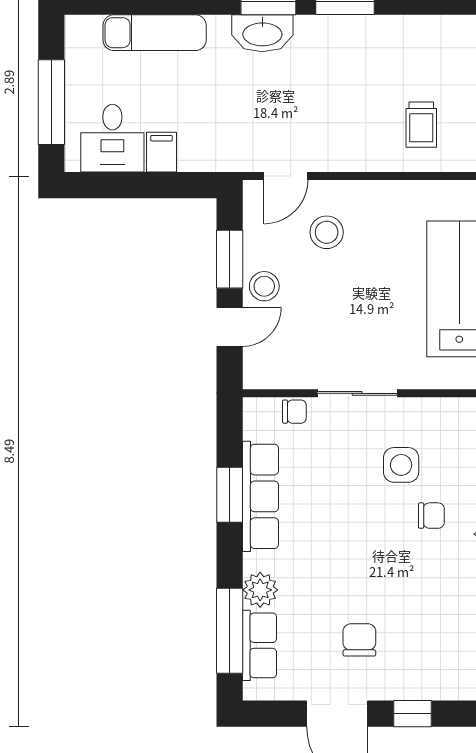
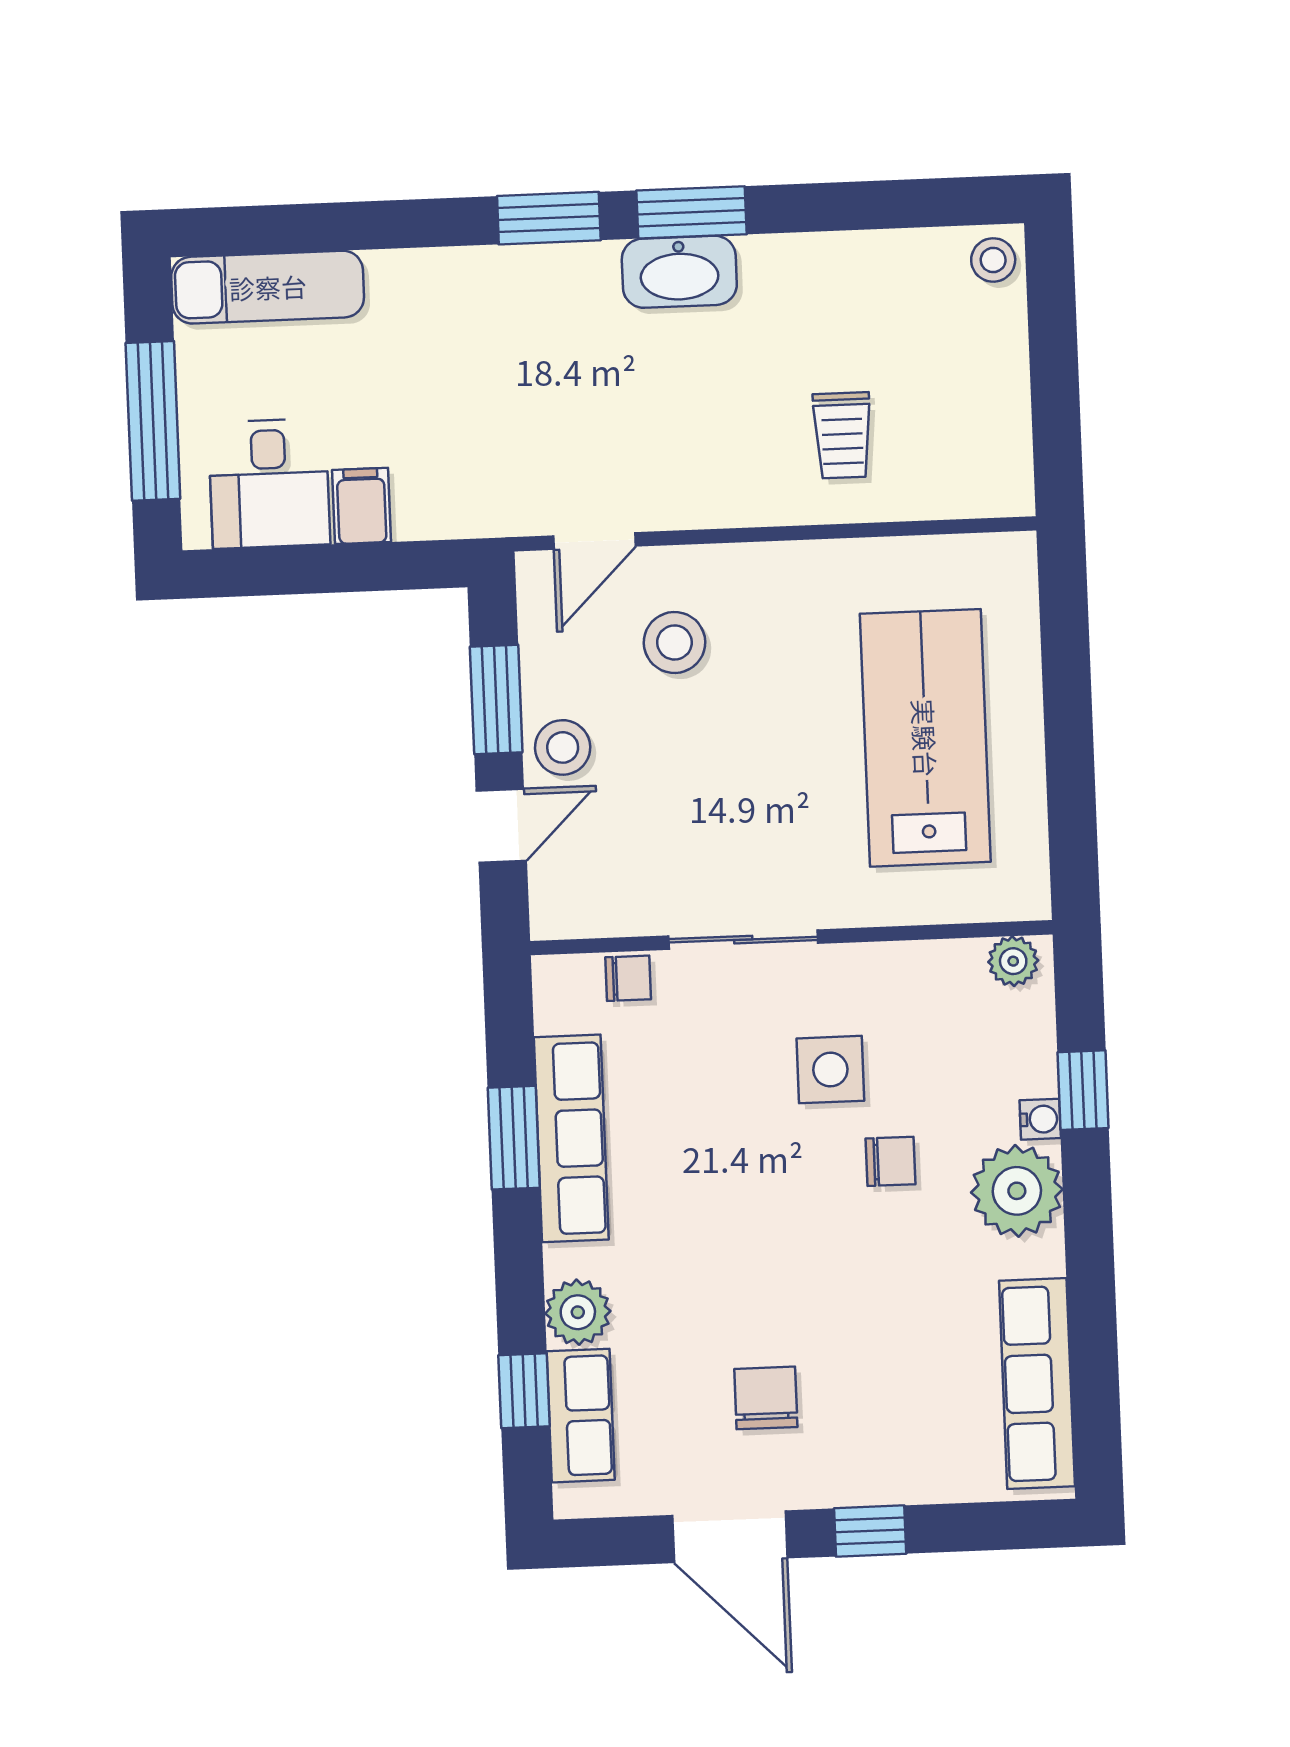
exam couch: (155, 33) -> (268, 287), moved
washbasin: (262, 33) -> (679, 272), moved
window: (230, 631) -> (524, 1391), width x0.46

